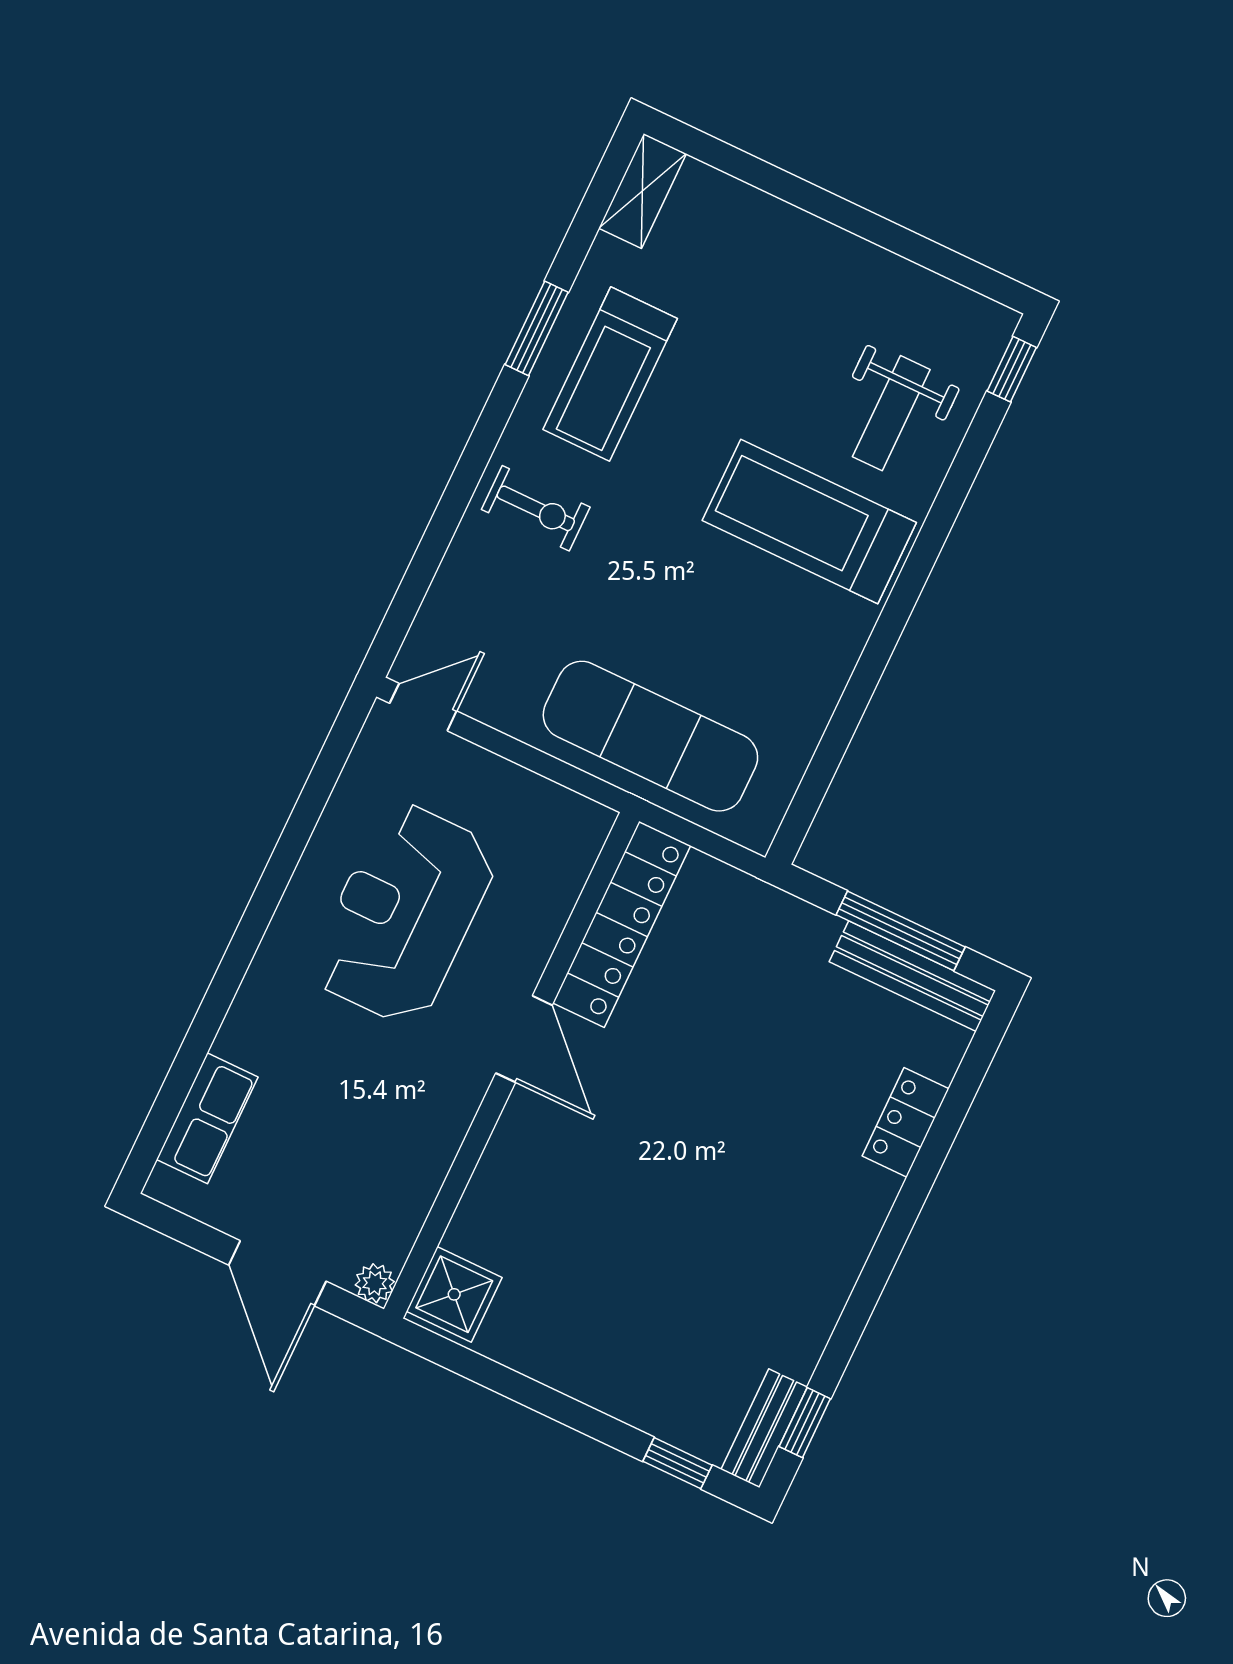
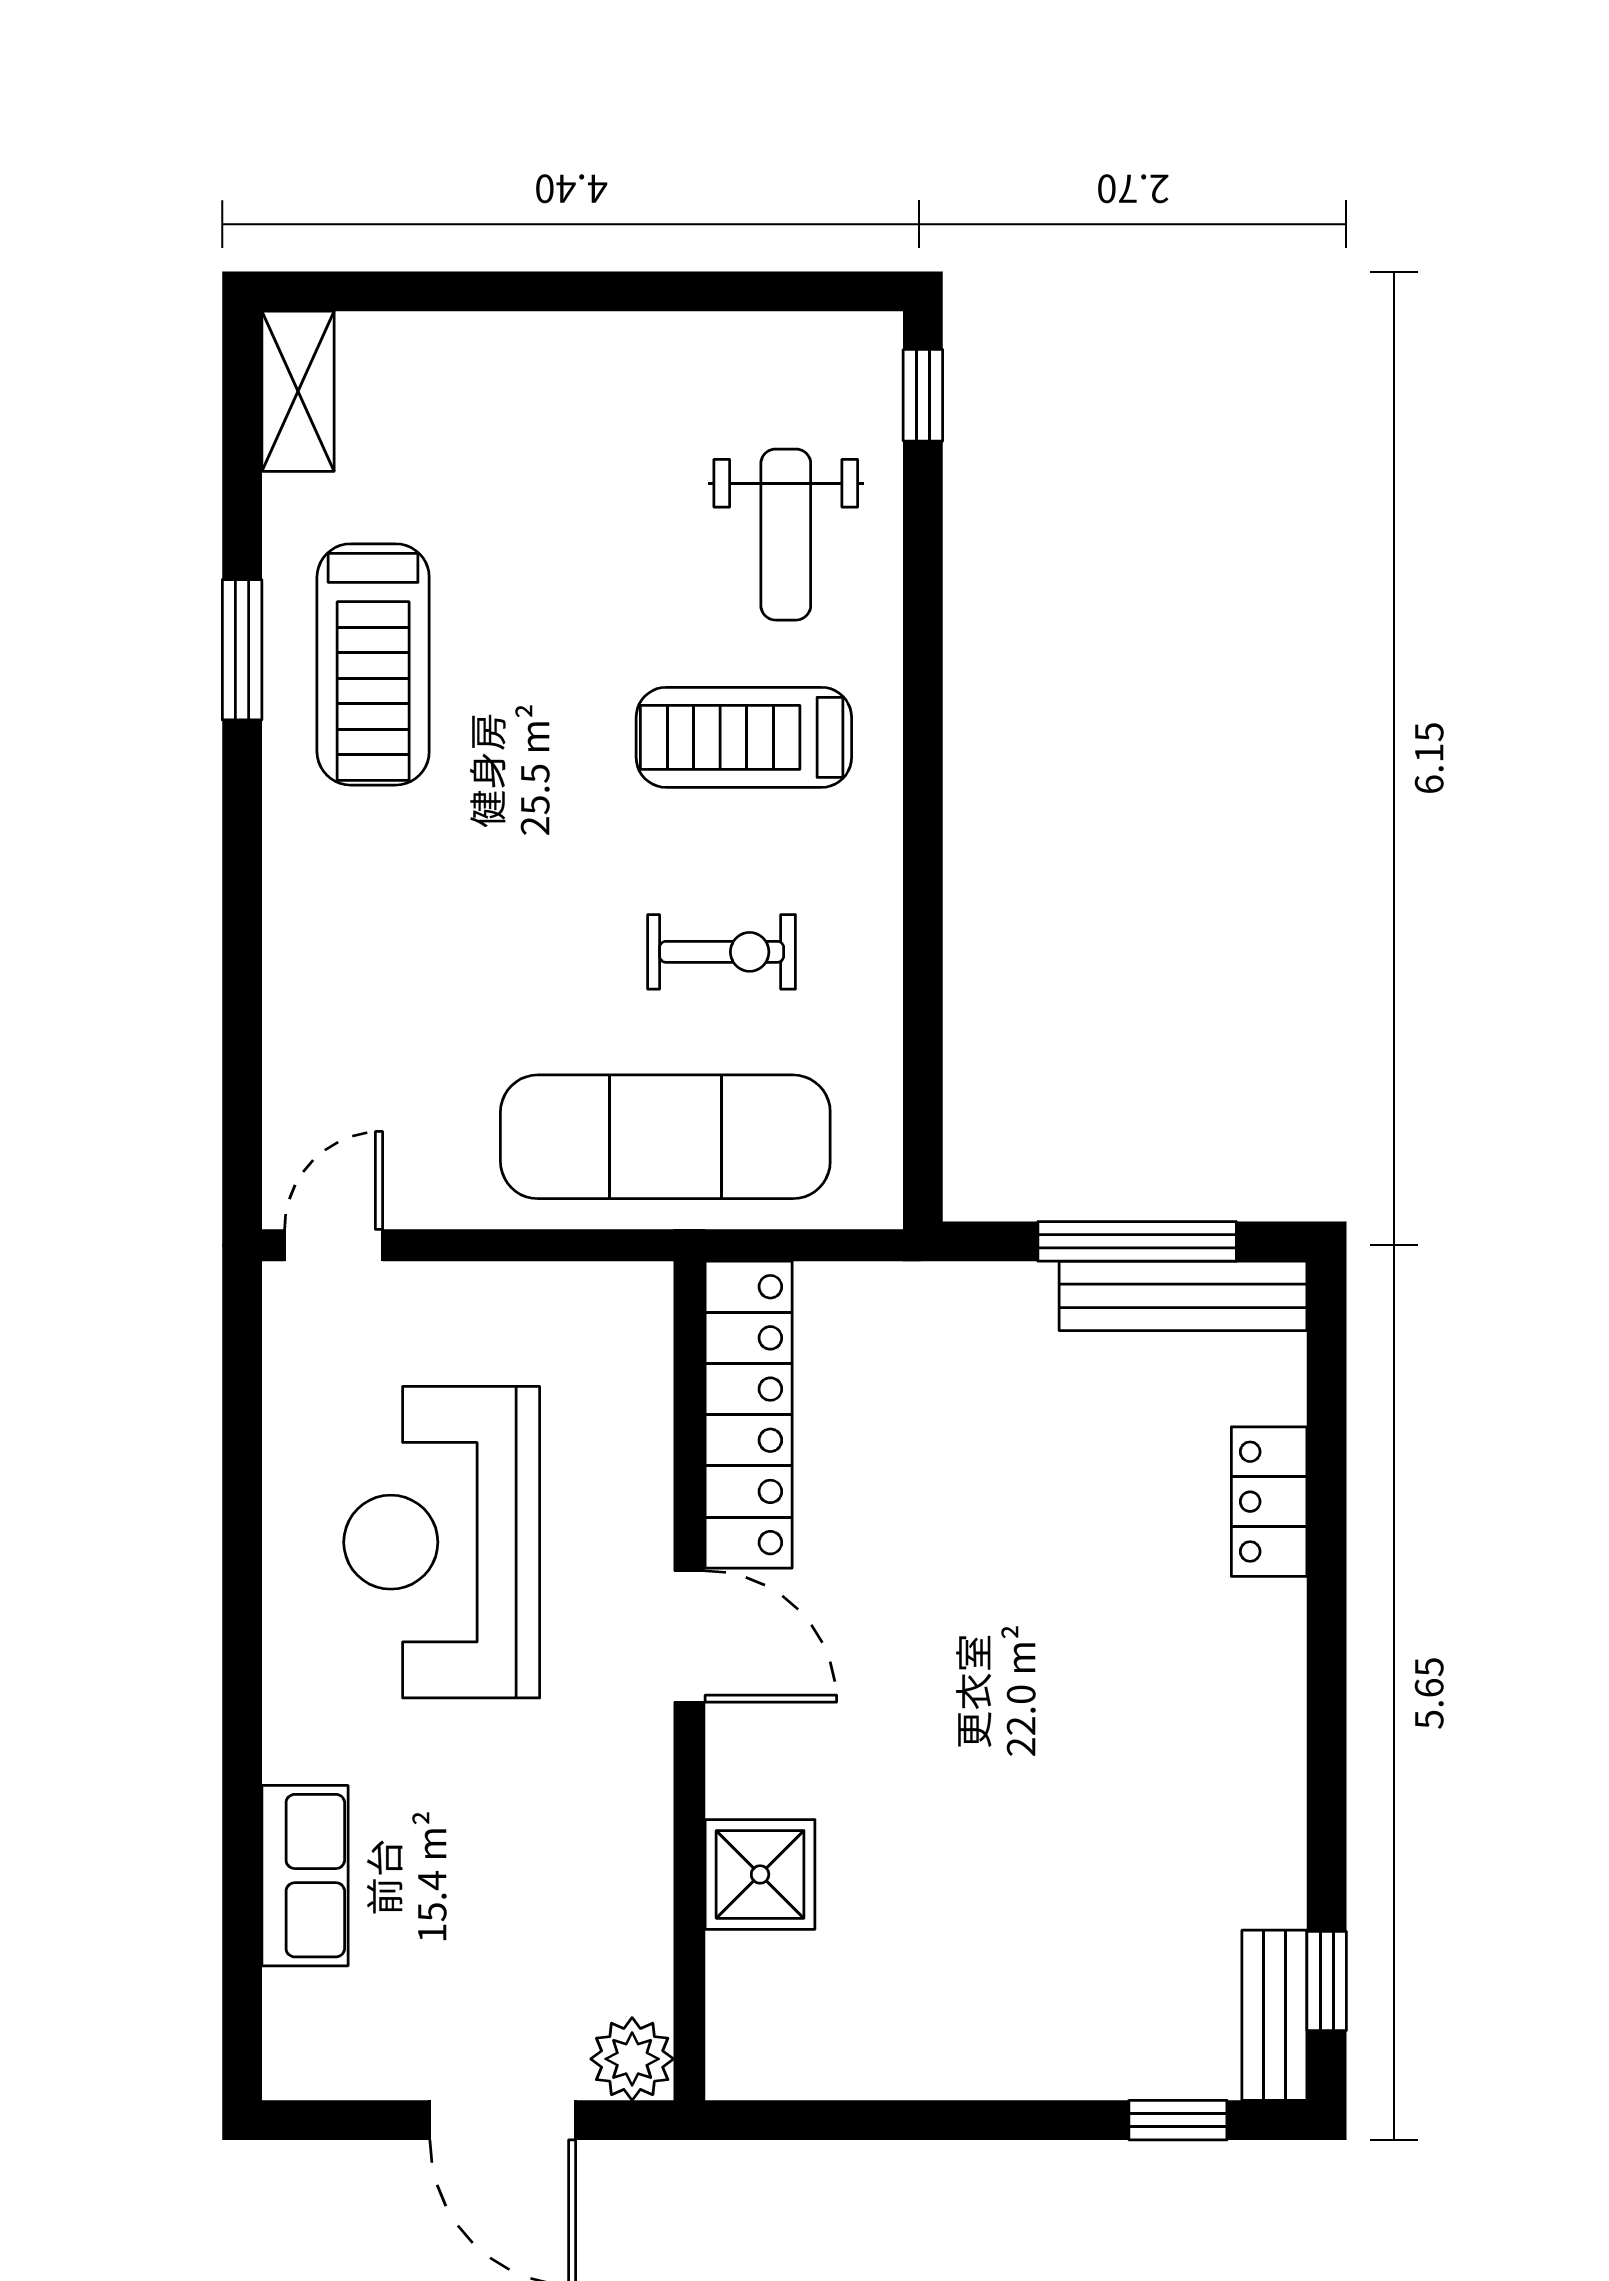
exercise bike: (536, 508) -> (722, 952), moved
treadmill: (809, 522) -> (744, 737), width x0.73, depth x0.73
row of seats: (207, 1118) -> (305, 1876), moved
plant: (375, 1283) -> (632, 2059), width x1.38, depth x1.38
shower: (454, 1294) -> (760, 1874), moved

